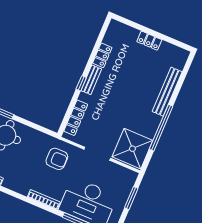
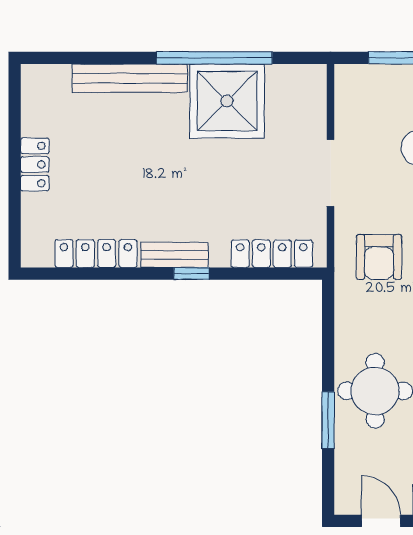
locker: (102, 55) -> (96, 254), width x1.53
shower: (132, 149) -> (227, 101), moved
armchair: (57, 159) -> (379, 257), turned 180

